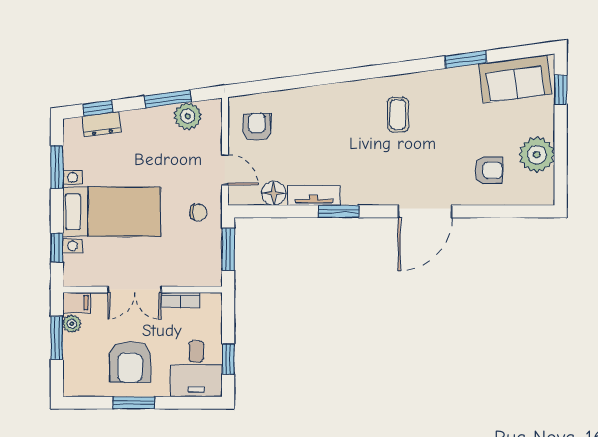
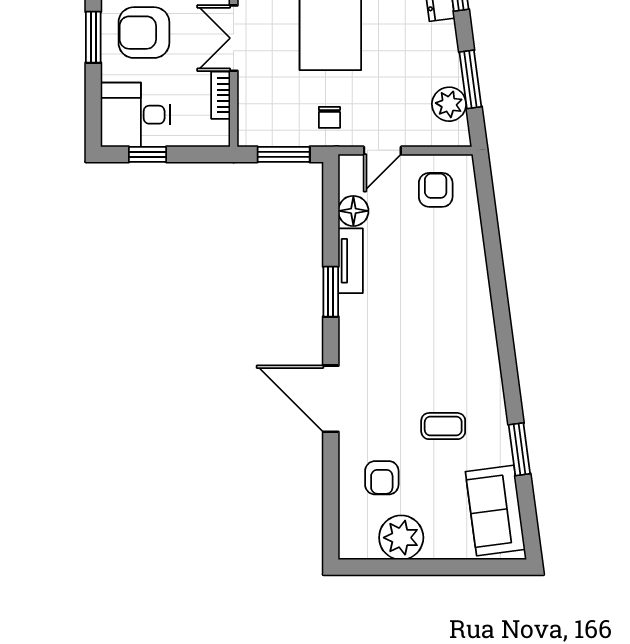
window: (561, 90) -> (482, 567), removed
coffee table: (398, 115) -> (443, 426), moved
armchair: (257, 127) -> (436, 190), turned -90

